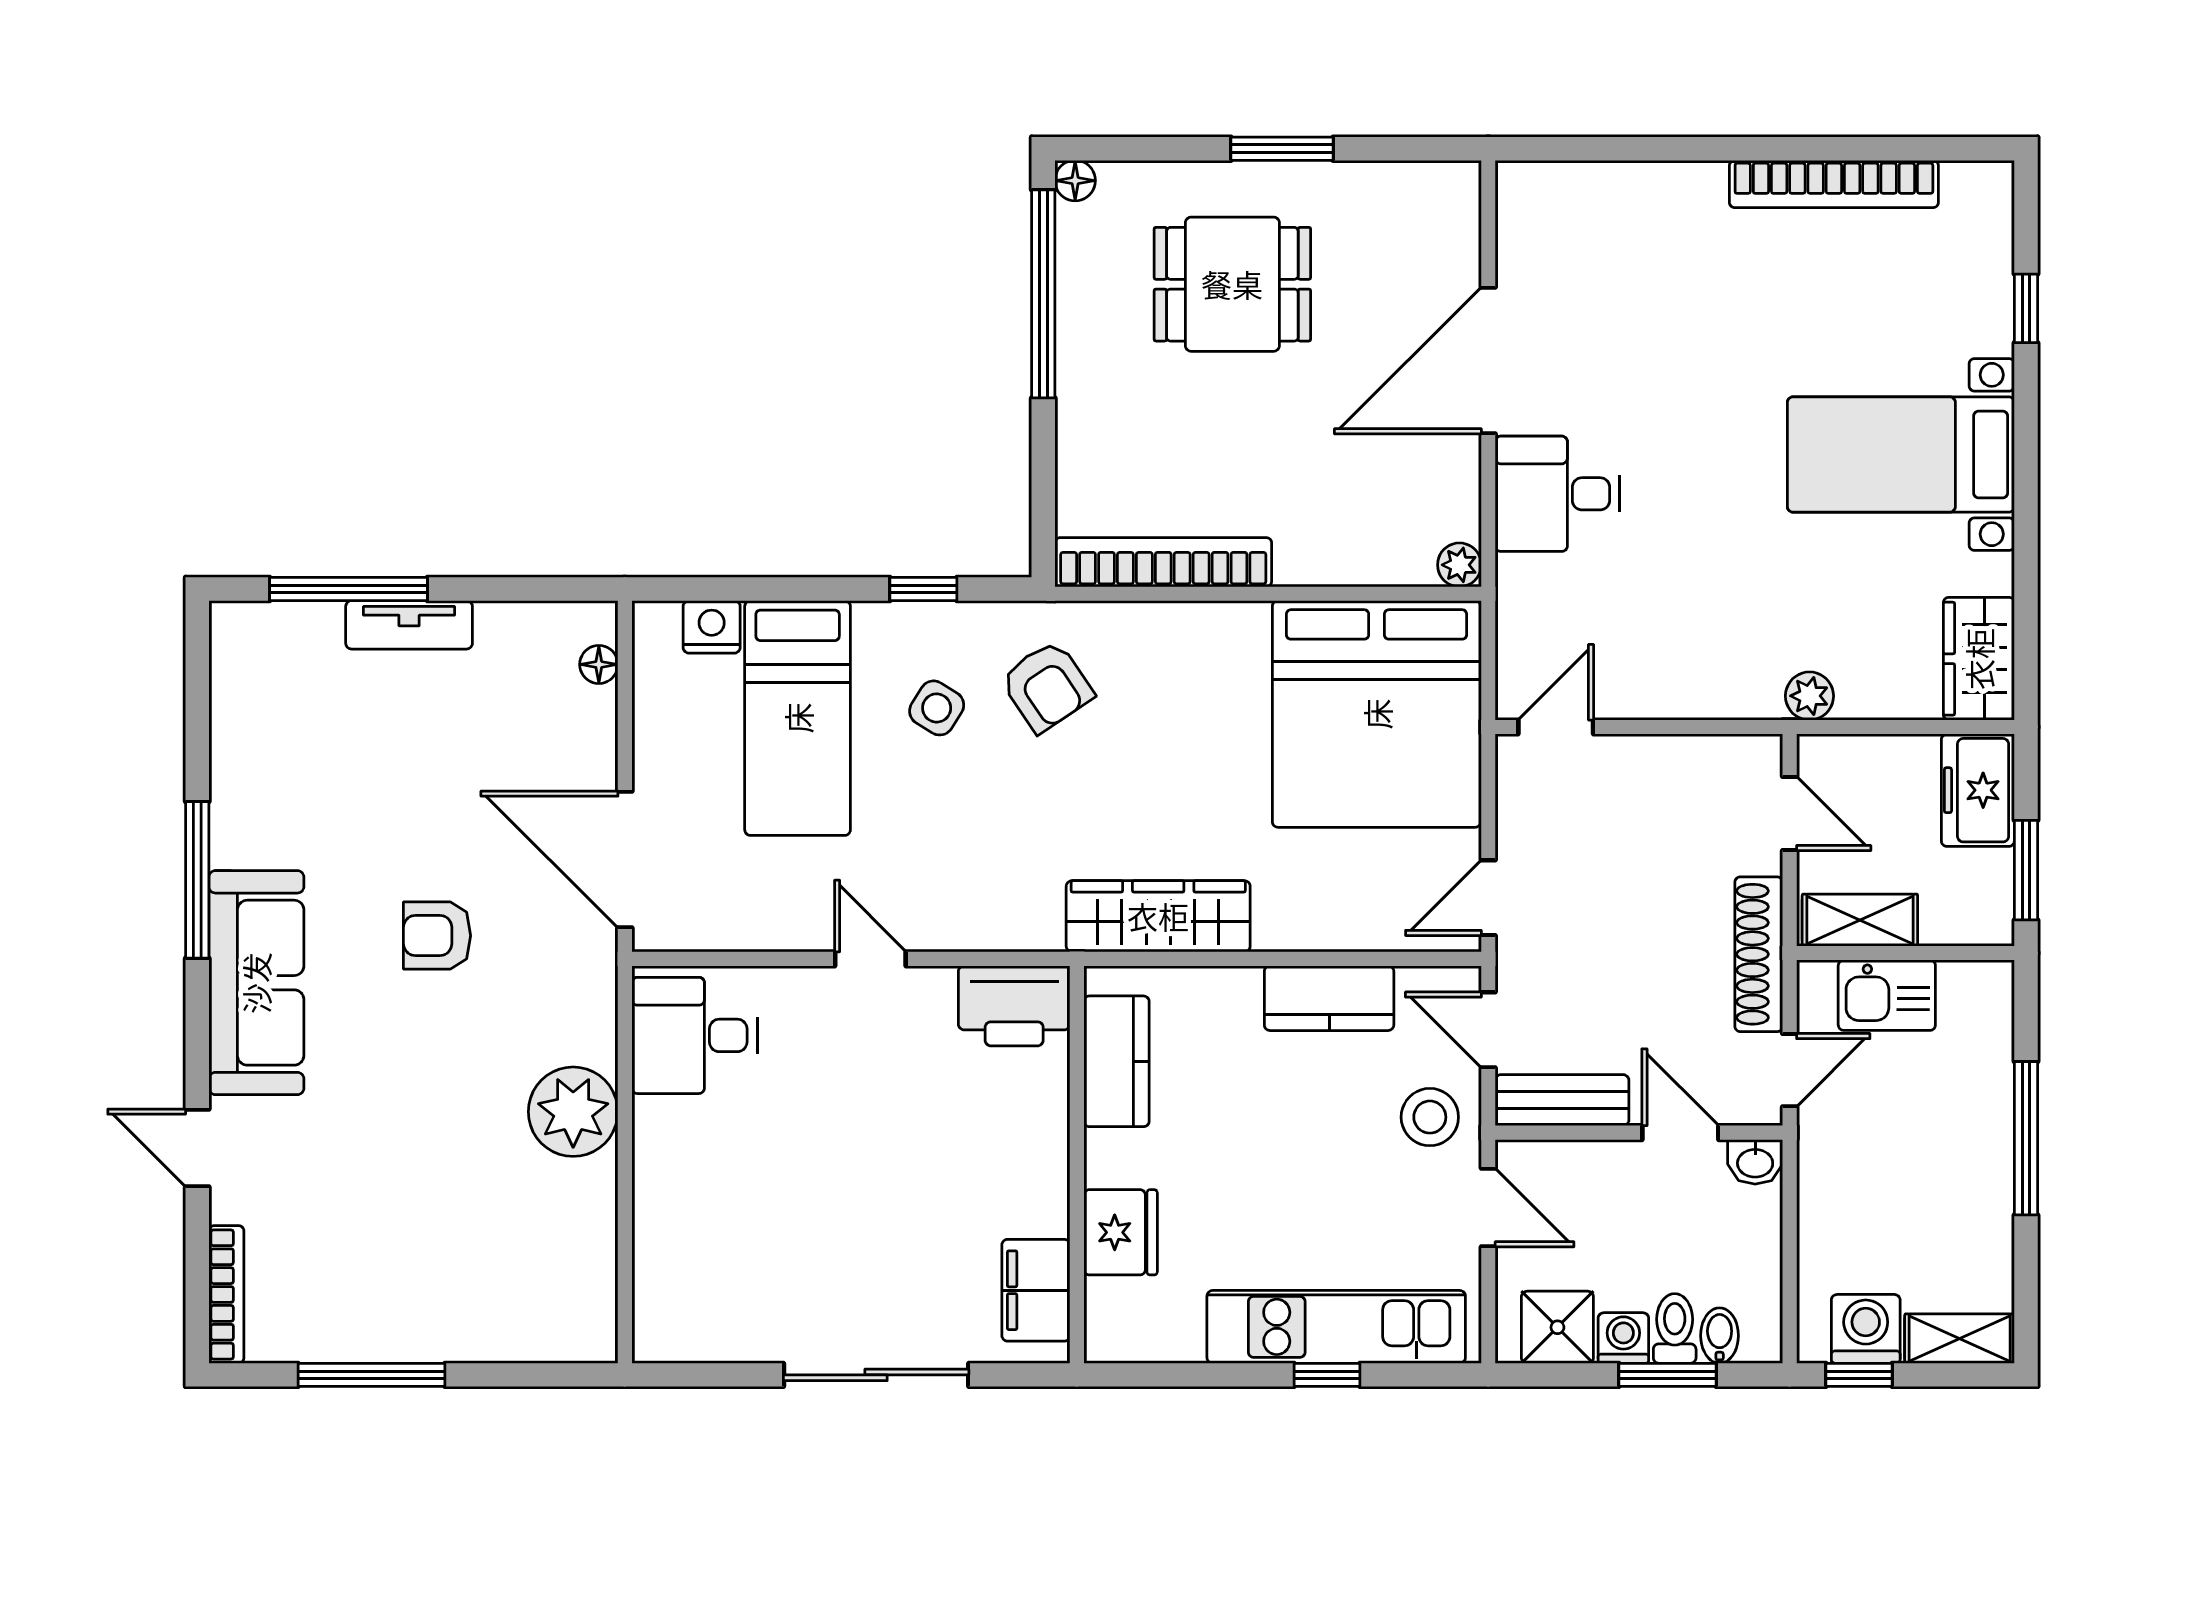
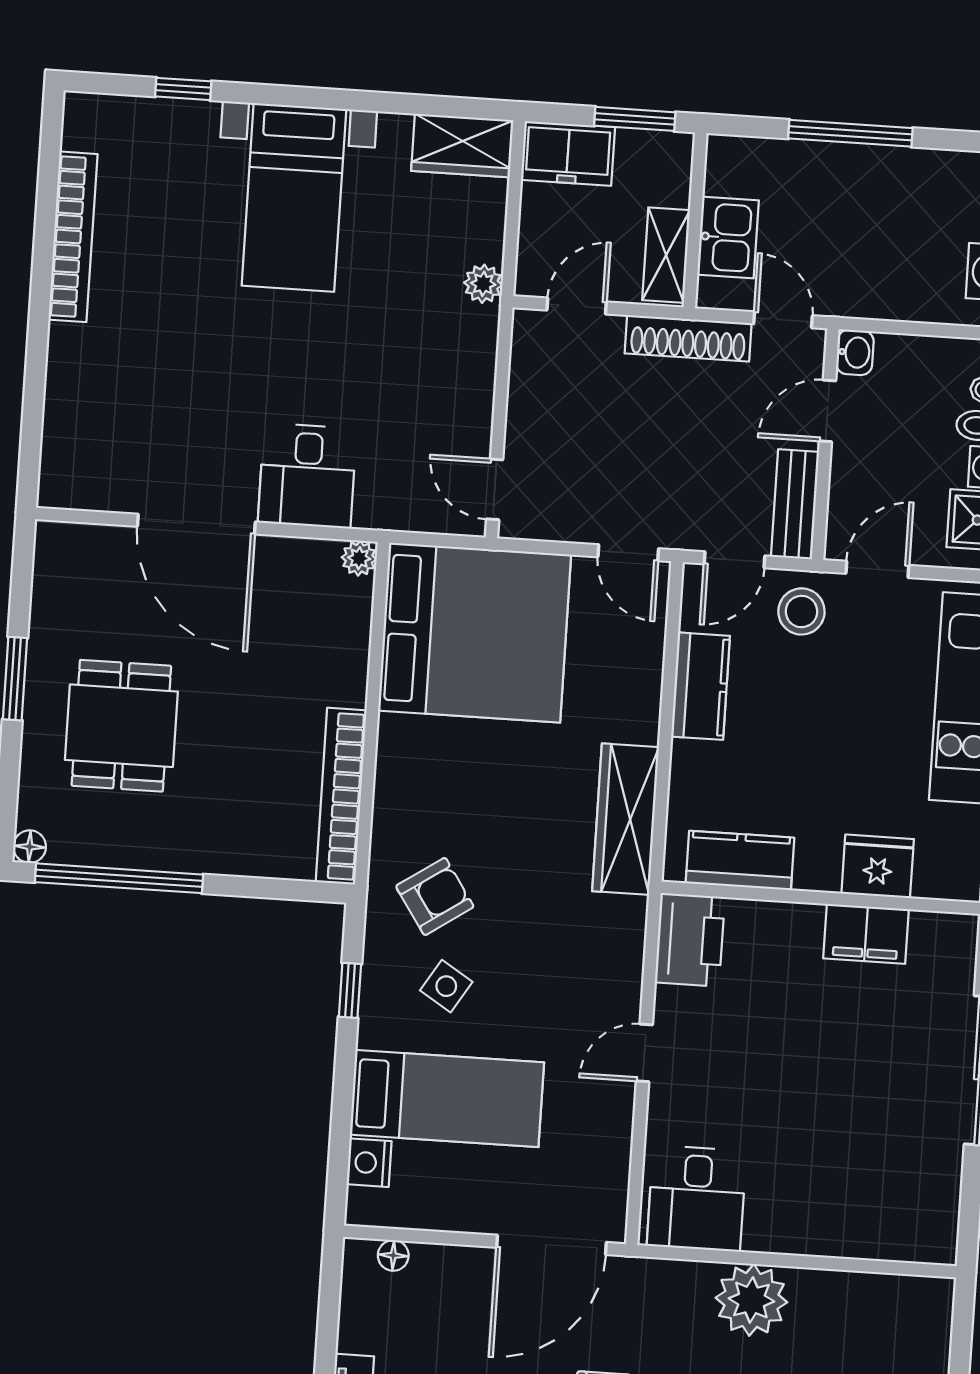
filing cabinet: (1036, 1290) -> (866, 934), moved

